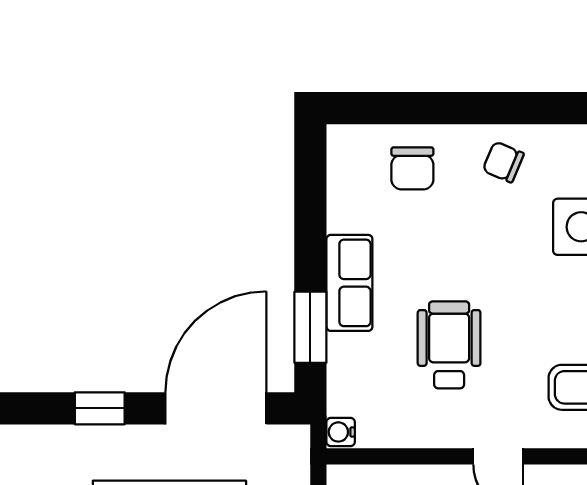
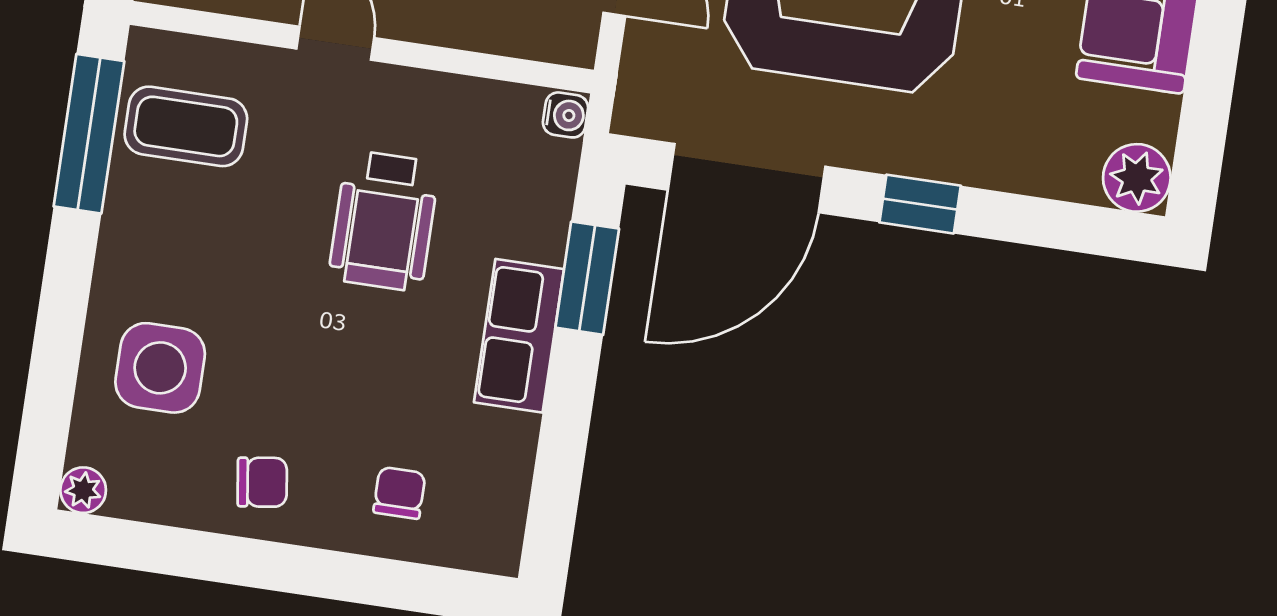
chair: (503, 162) -> (262, 482), turned -31
chair: (412, 168) -> (399, 493), width x0.73, depth x0.73

